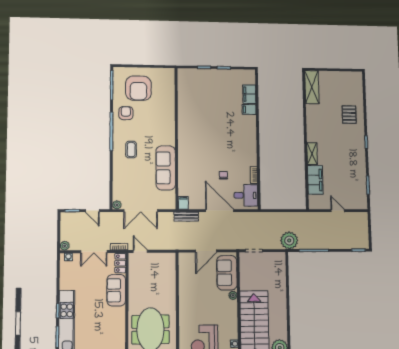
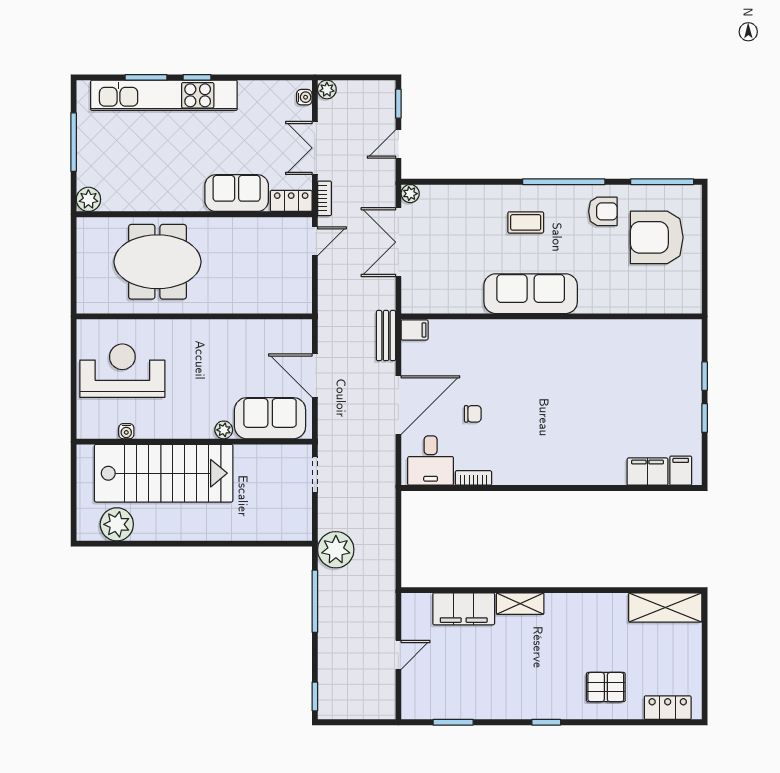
locker: (357, 87) -> (668, 708), added
filing cabinet: (249, 109) -> (681, 471), moved
sofa: (166, 168) -> (531, 294), moved

